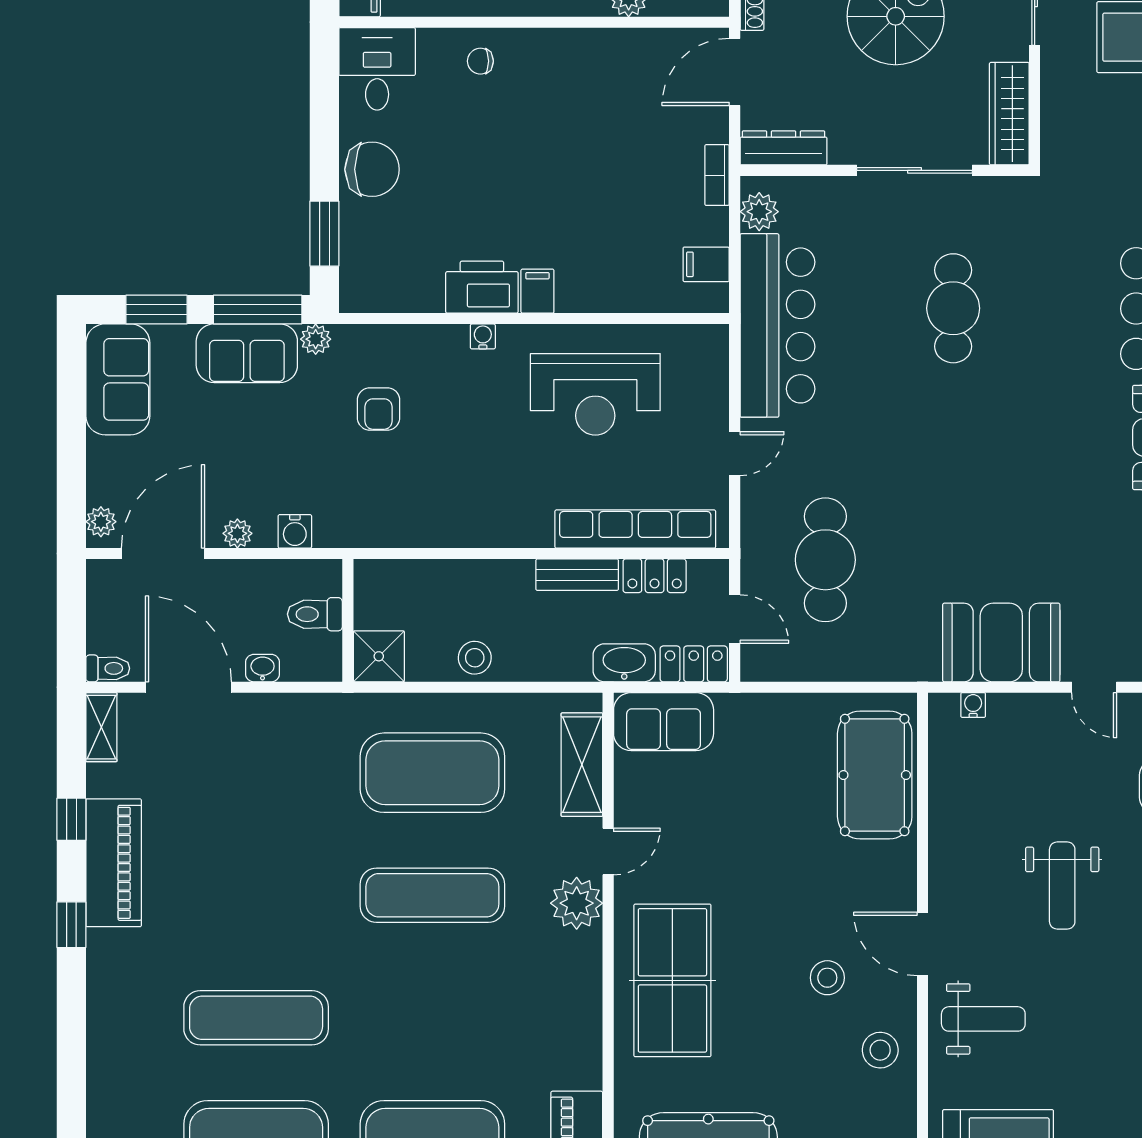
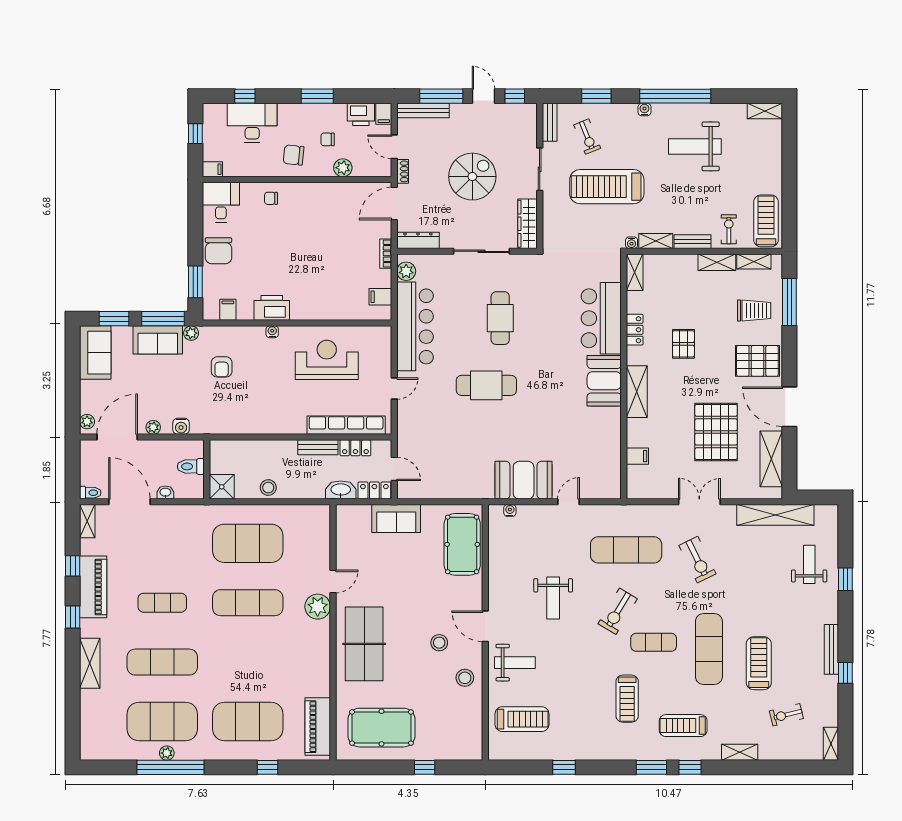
chair: (372, 169) -> (218, 251), turned 90
filing cabinet: (537, 291) -> (228, 310), moved
reception desk: (595, 394) -> (327, 360), turned 180
cafe table: (825, 560) -> (486, 385), moved, turned 90
door: (1094, 687) -> (569, 502), swing flipped
sofa: (664, 722) -> (396, 518), moved
shelving: (582, 765) -> (90, 663), moved
exercise mat: (256, 895) -> (162, 603), added

